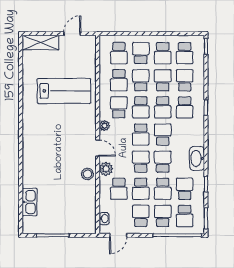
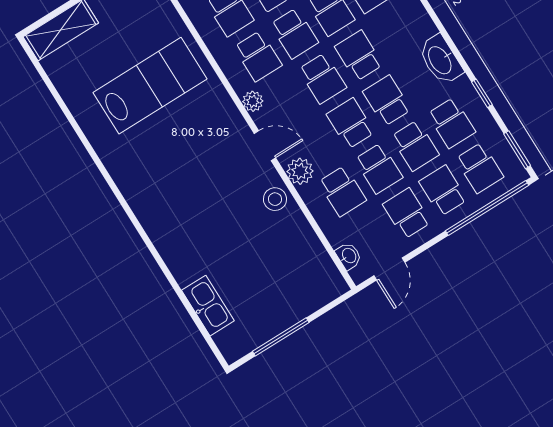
school desk: (119, 107) -> (258, 56), turned 180
school desk: (185, 189) -> (451, 123), turned 180

